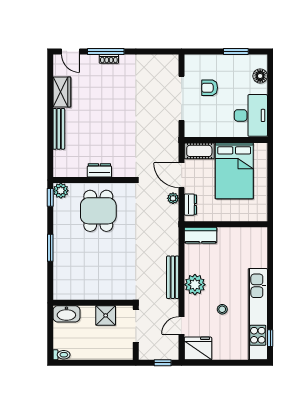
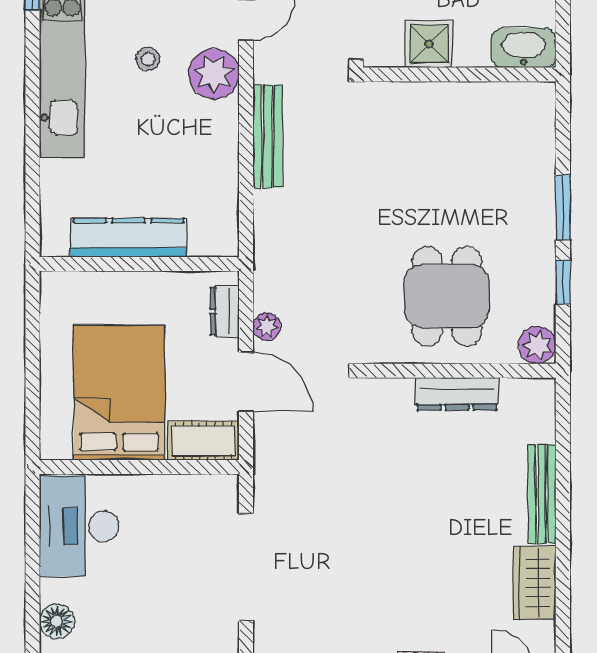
armchair: (210, 88) -> (179, 593), removed
dresser: (99, 170) -> (457, 394), width x1.44
window: (50, 197) -> (563, 282), moved
kitchen counter: (200, 235) -> (129, 238), moved, width x1.50
plant: (195, 285) -> (214, 74), moved

